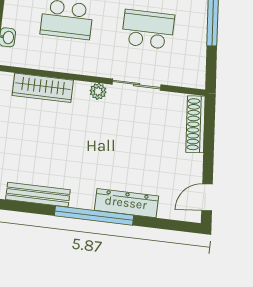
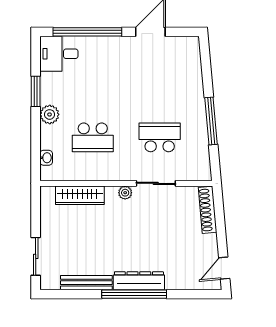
dresser: (126, 203) -> (139, 281), moved

